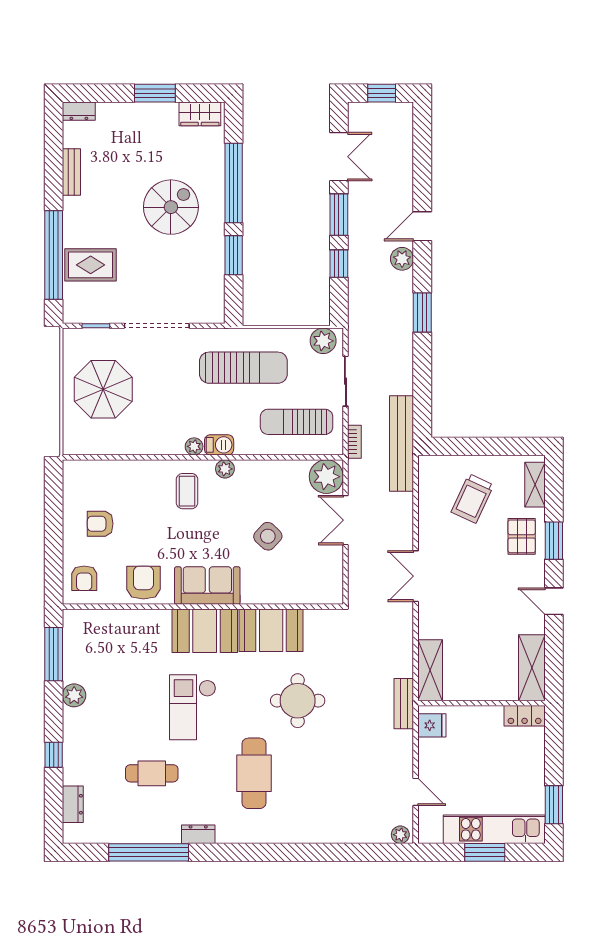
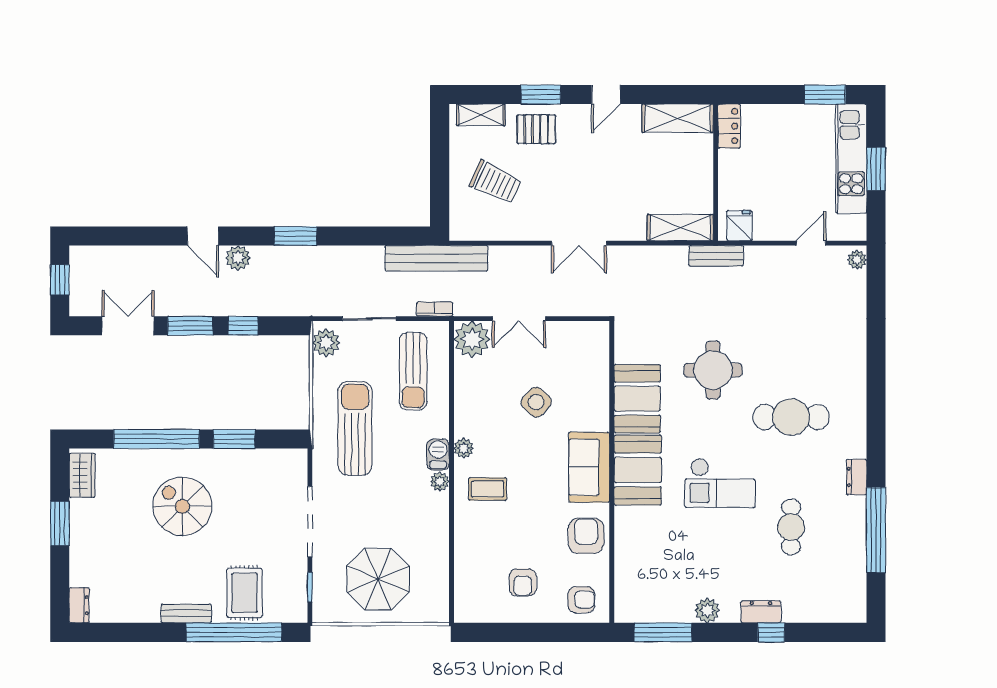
bench: (71, 172) -> (186, 613), moved
armchair: (143, 583) -> (586, 536), turned 90
dresser: (73, 804) -> (761, 612), moved

